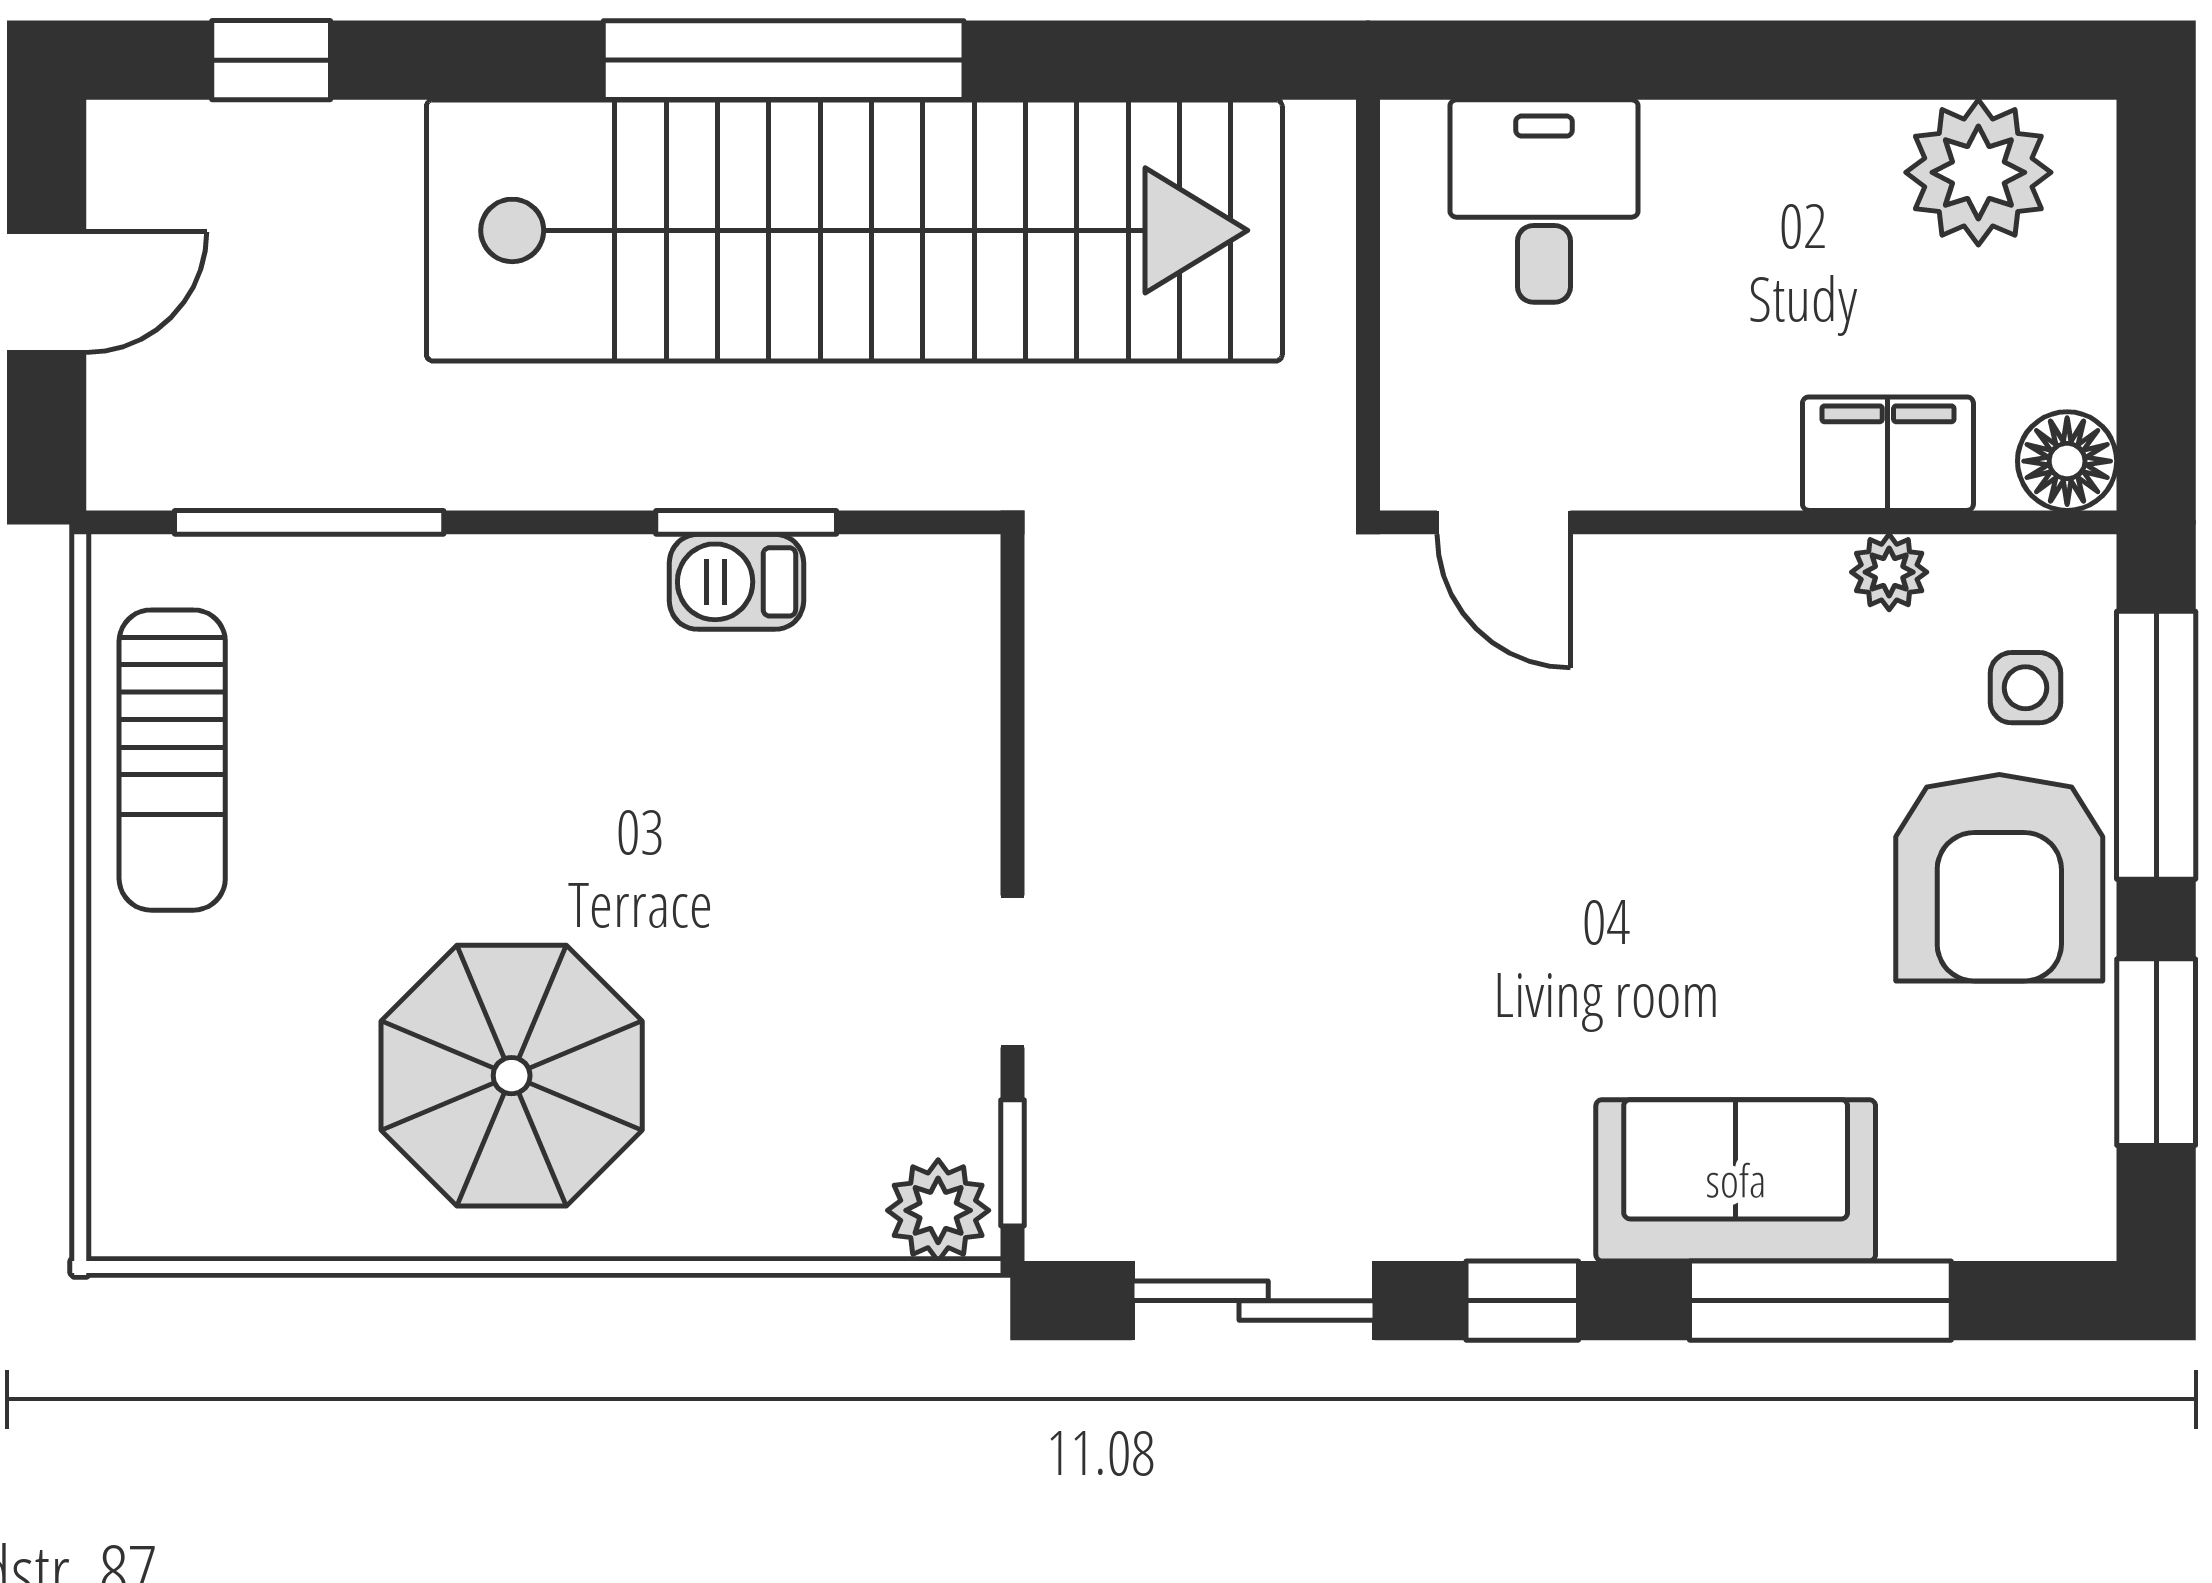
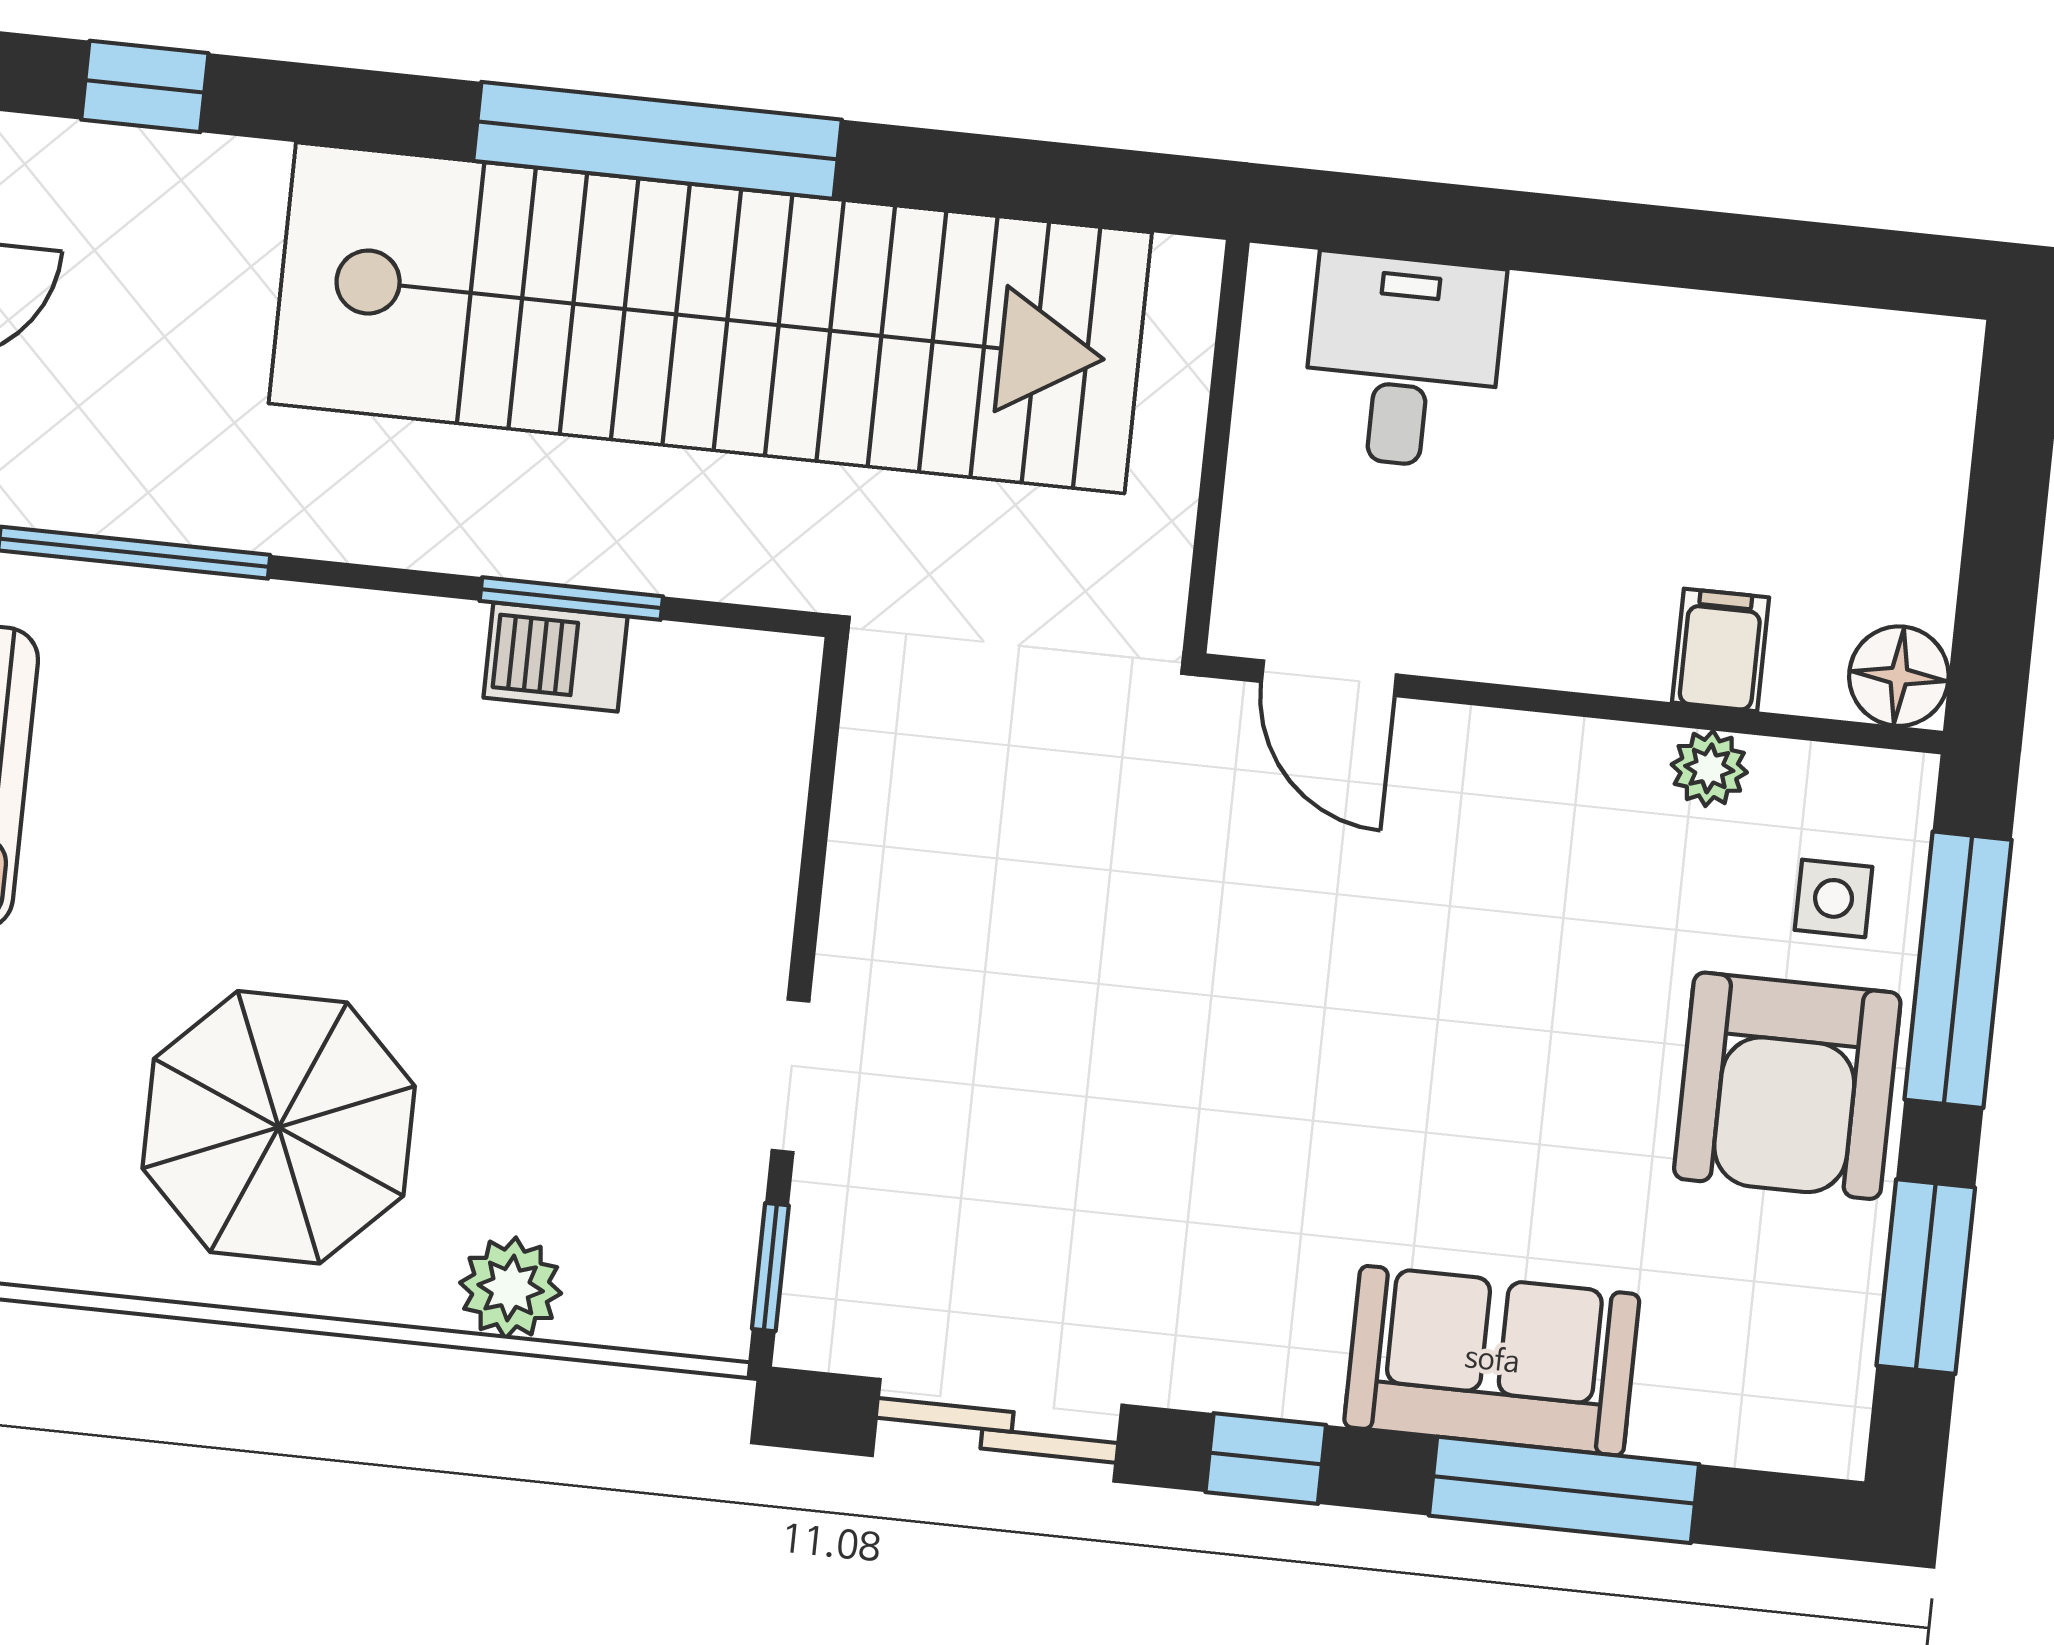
plant: (1978, 172) -> (1841, 378), removed
filing cabinet: (1888, 454) -> (1721, 650), width x0.50
plant: (938, 1210) -> (511, 1288), moved

